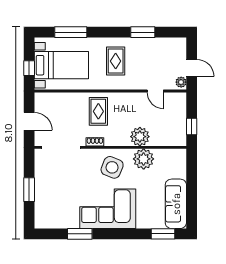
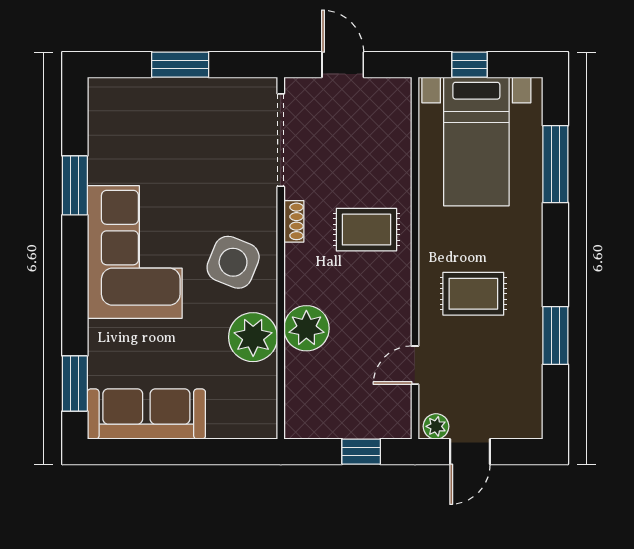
rug: (116, 61) -> (473, 294), moved
door: (29, 121) -> (343, 65), swing flipped
window: (192, 126) -> (361, 452), moved

